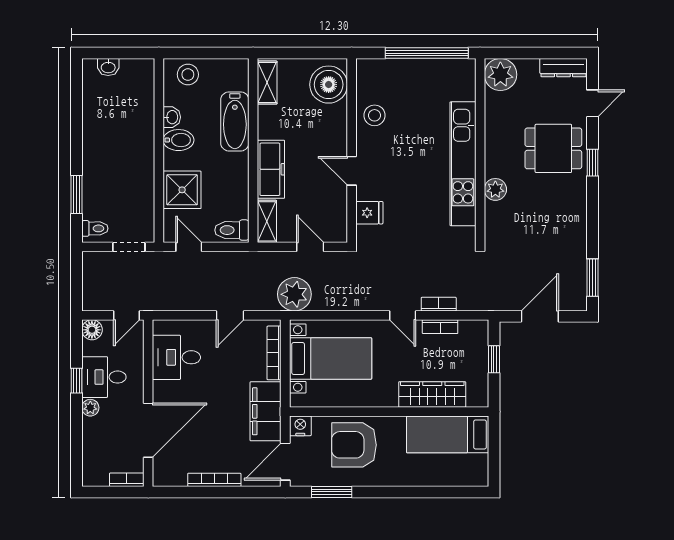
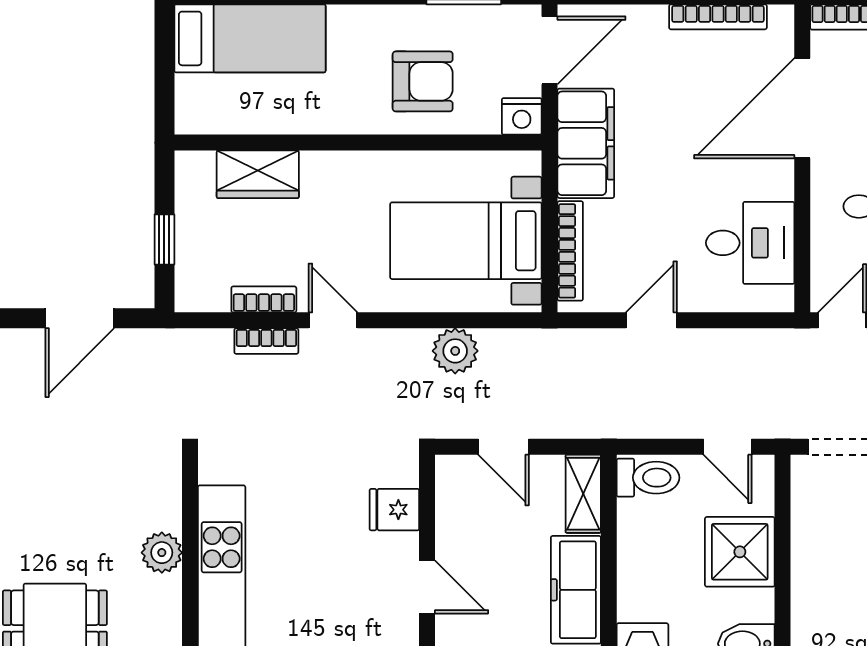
plant: (294, 294) -> (455, 351), moved, width x0.73, depth x0.73
wardrobe: (432, 394) -> (258, 174), width x0.67
bed: (448, 434) -> (250, 38), moved
armchair: (354, 445) -> (423, 81), width x0.73, depth x0.73
bookcase: (214, 480) -> (718, 17), moved

